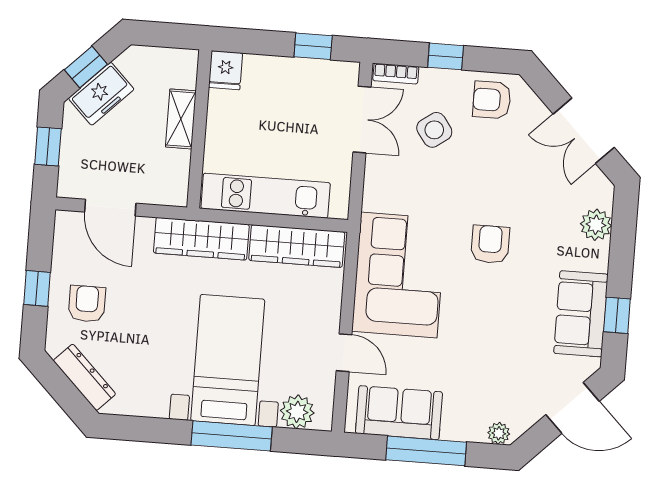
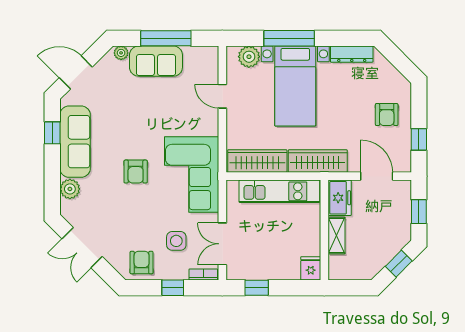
freezer: (101, 94) -> (340, 198), moved, turned 135
armchair: (492, 100) -> (142, 263), turned -90
side table: (434, 130) -> (176, 241), turned 36
double door: (584, 131) -> (82, 248), swing flipped
corner sofa: (399, 275) -> (192, 175), moved
window: (37, 288) -> (419, 139), moved
sofa: (581, 314) -> (75, 142), width x1.36
dresser: (84, 377) -> (352, 54), moved, turned -45
sofa: (399, 413) -> (156, 61), moved

